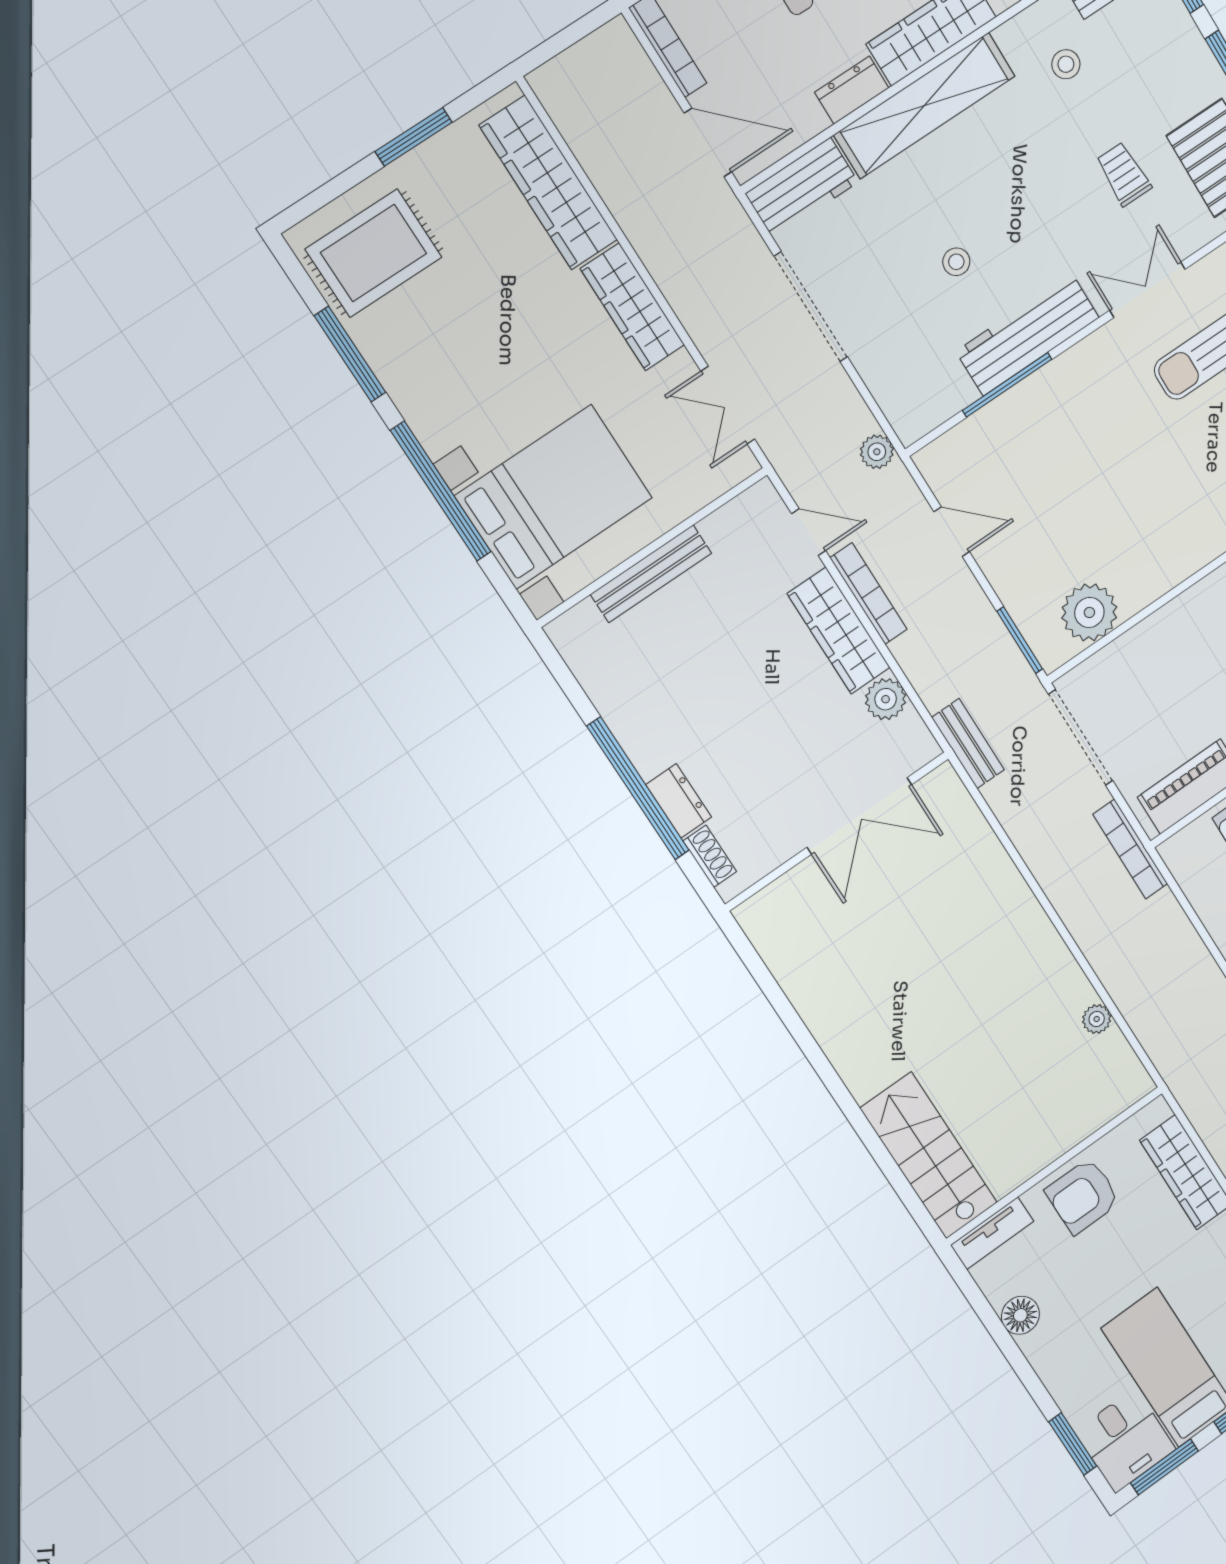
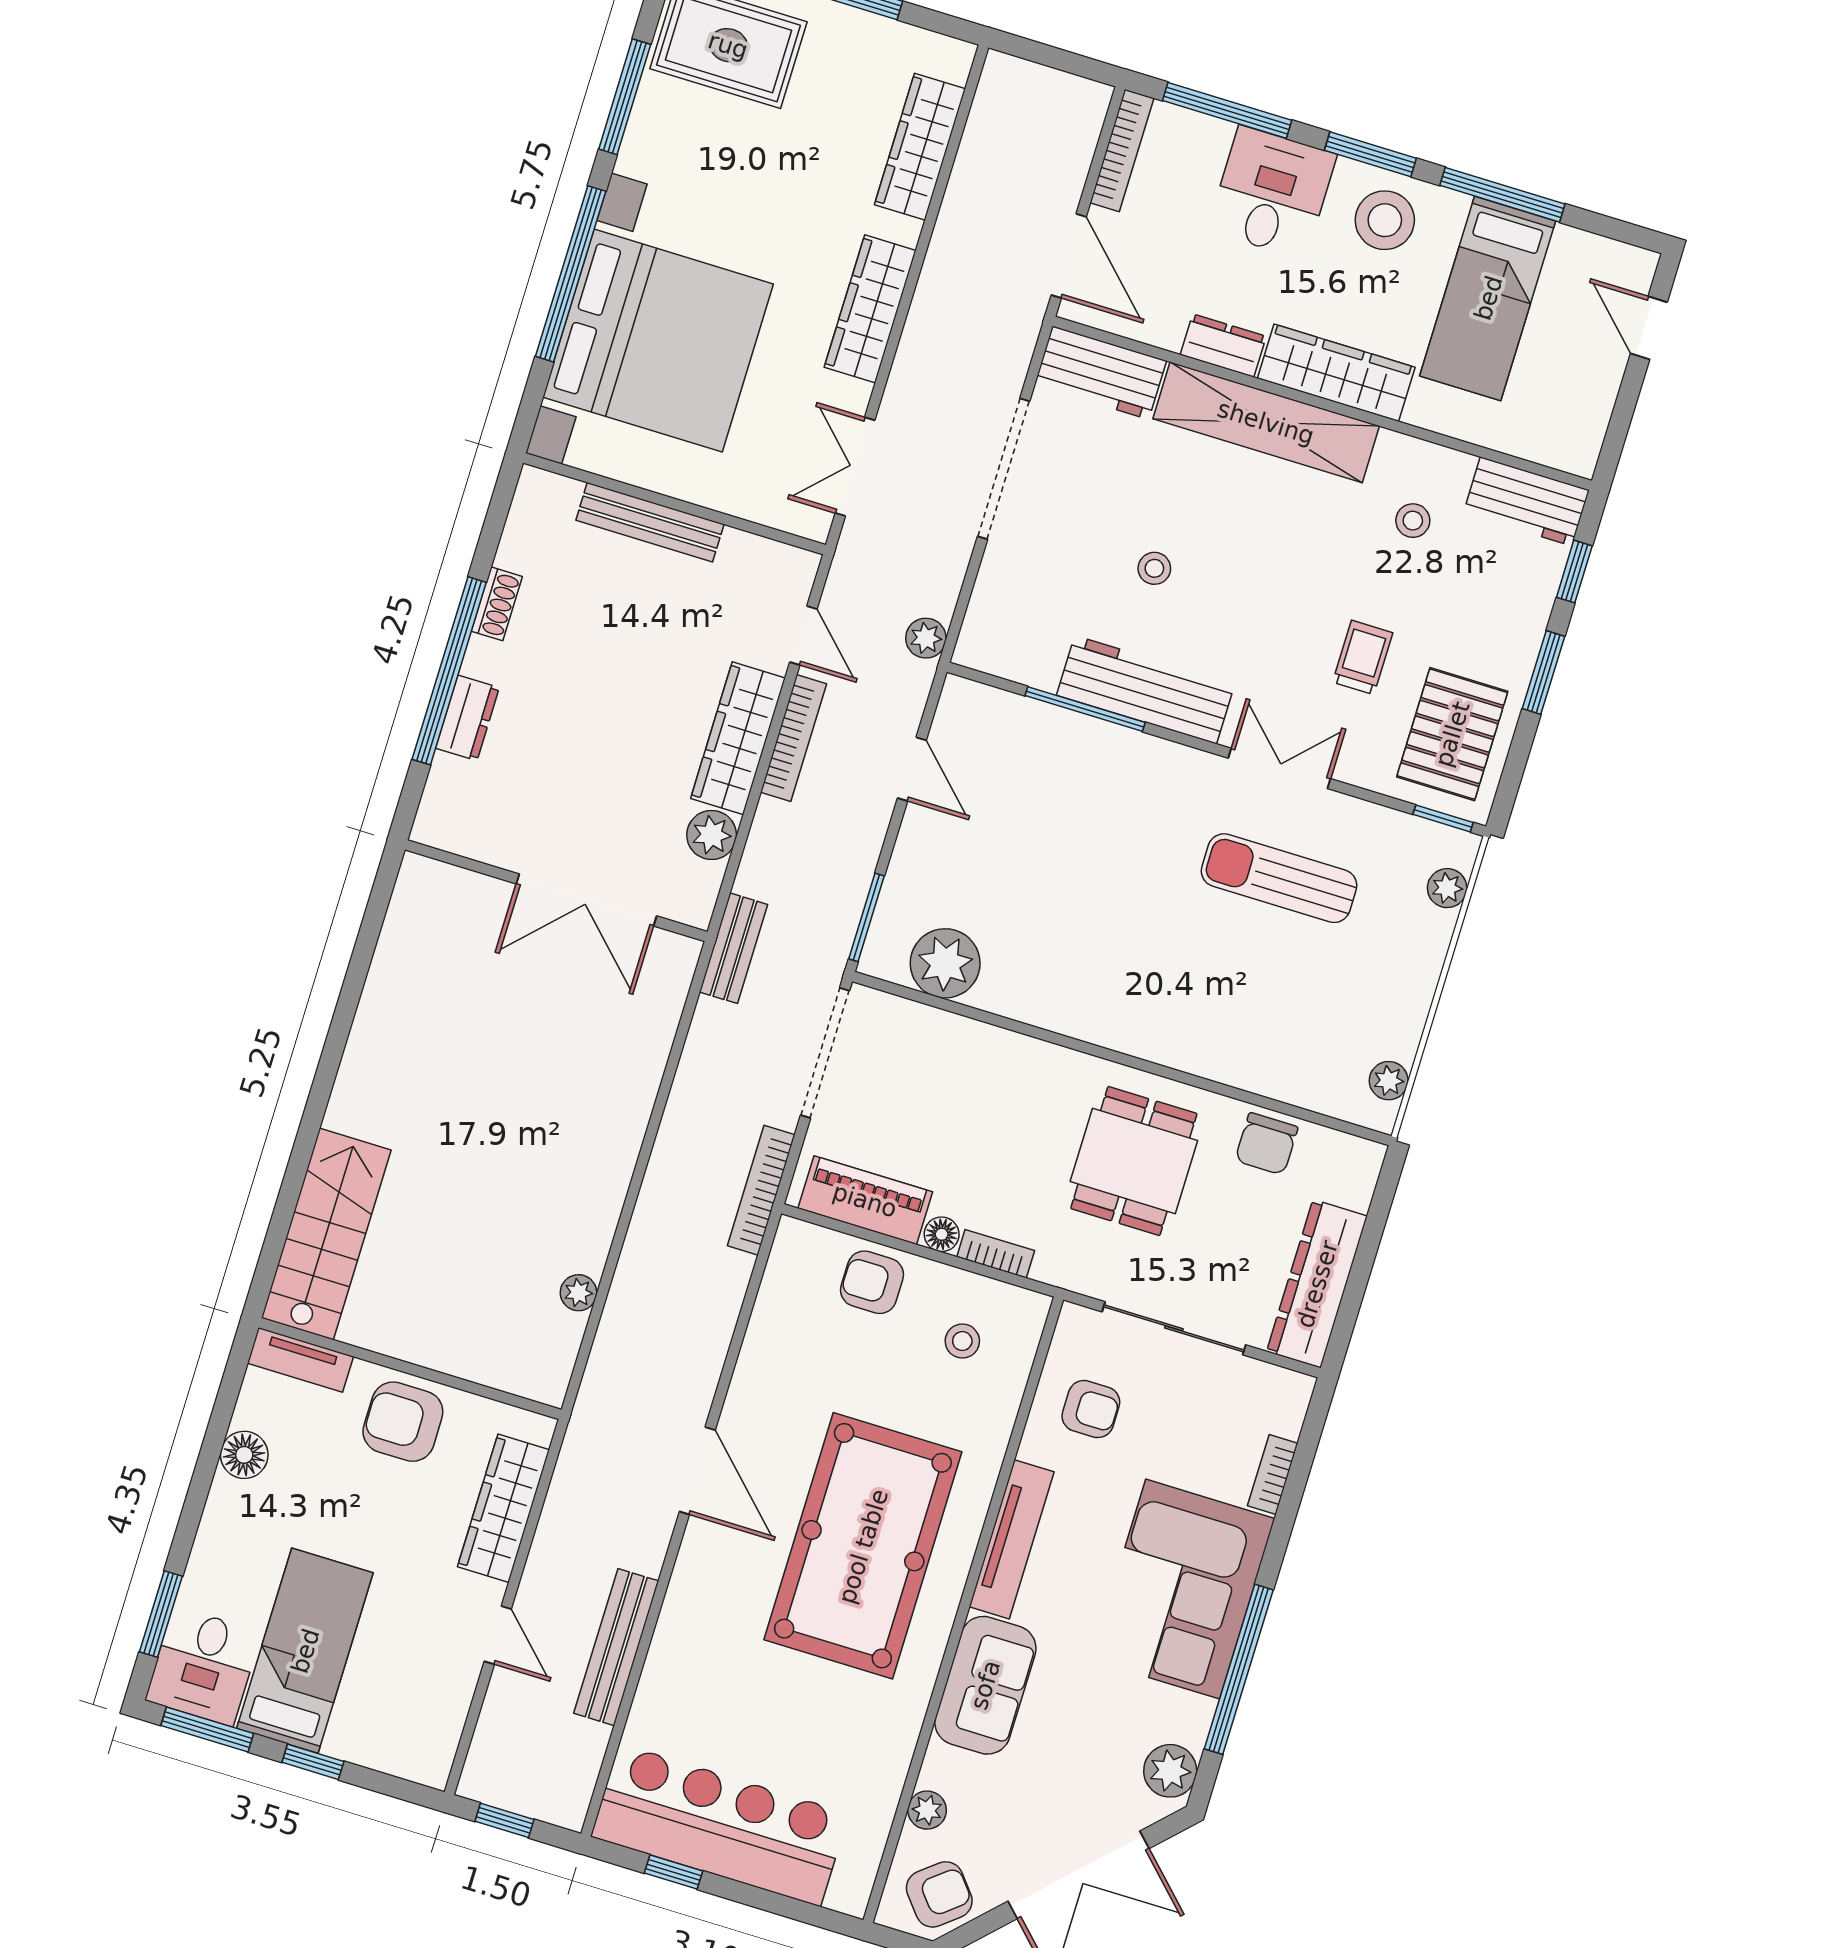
wardrobe: (548, 183) -> (920, 147), width x0.71, depth x0.85
bed with nightstands: (554, 497) -> (658, 341), width x1.36
shoe rack: (710, 856) -> (497, 604), moved

